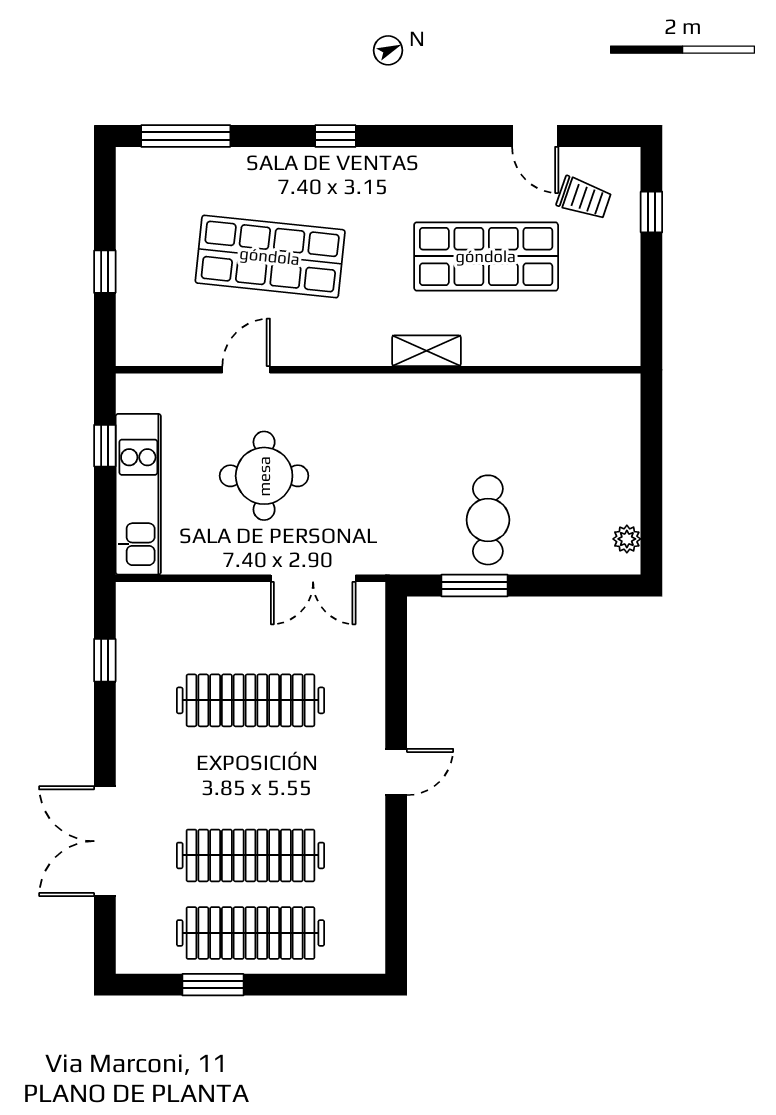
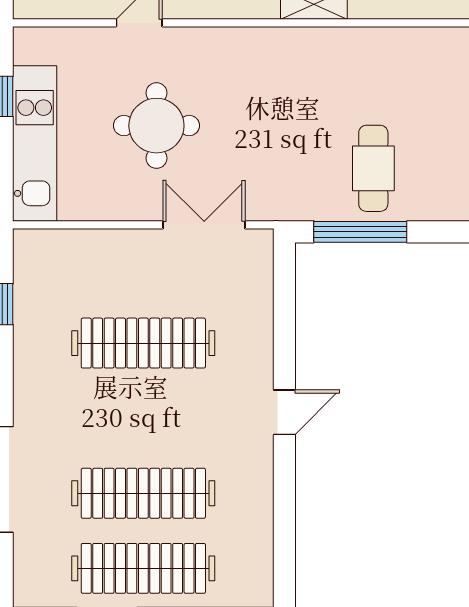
double door: (313, 578) -> (204, 225), swing flipped
window: (474, 586) -> (360, 232), width x1.44

